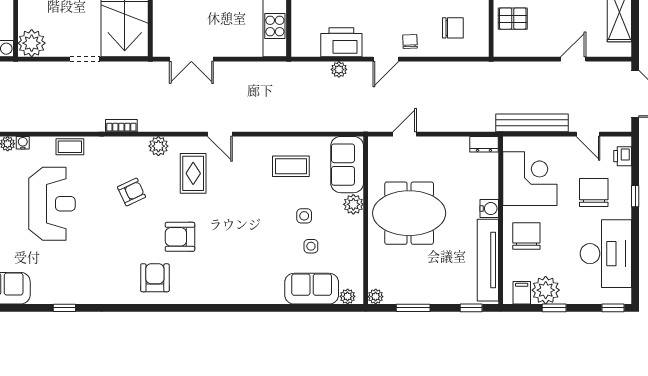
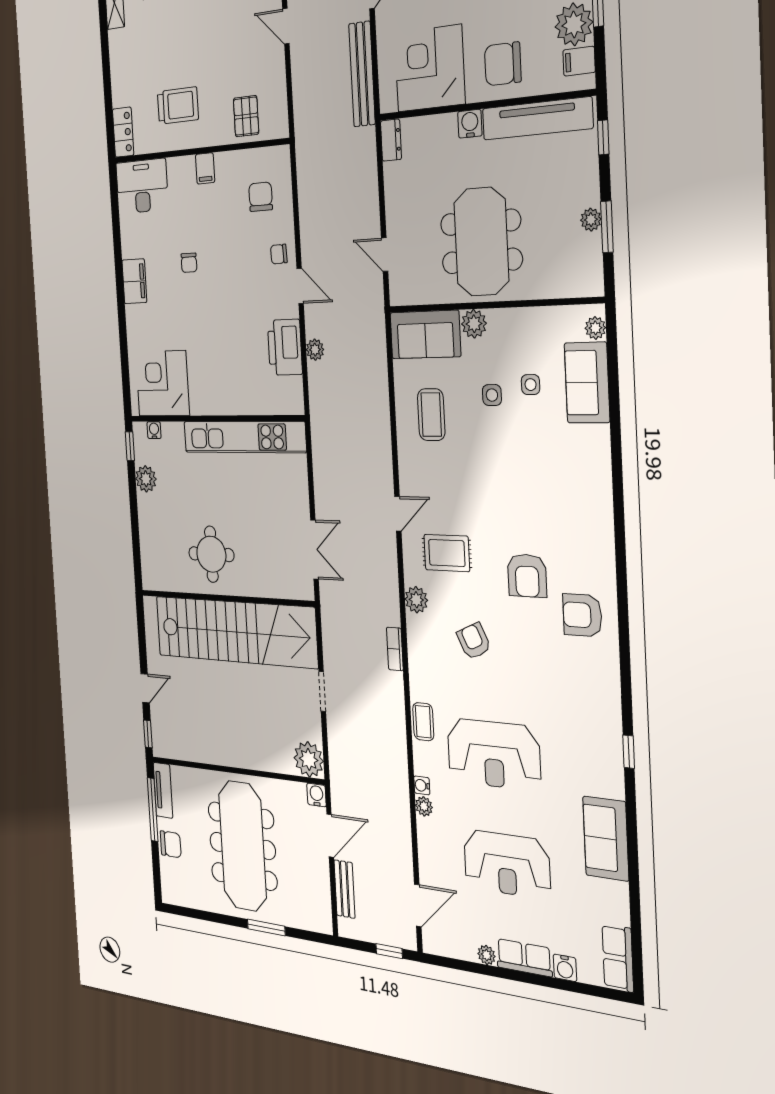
reception desk: (52, 204) -> (494, 754), turned 180
plant: (376, 297) -> (591, 220), moved

